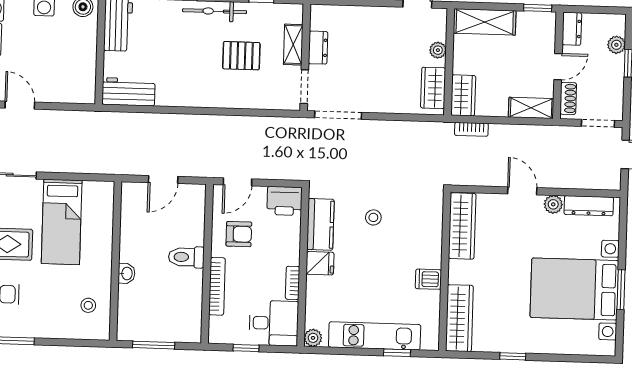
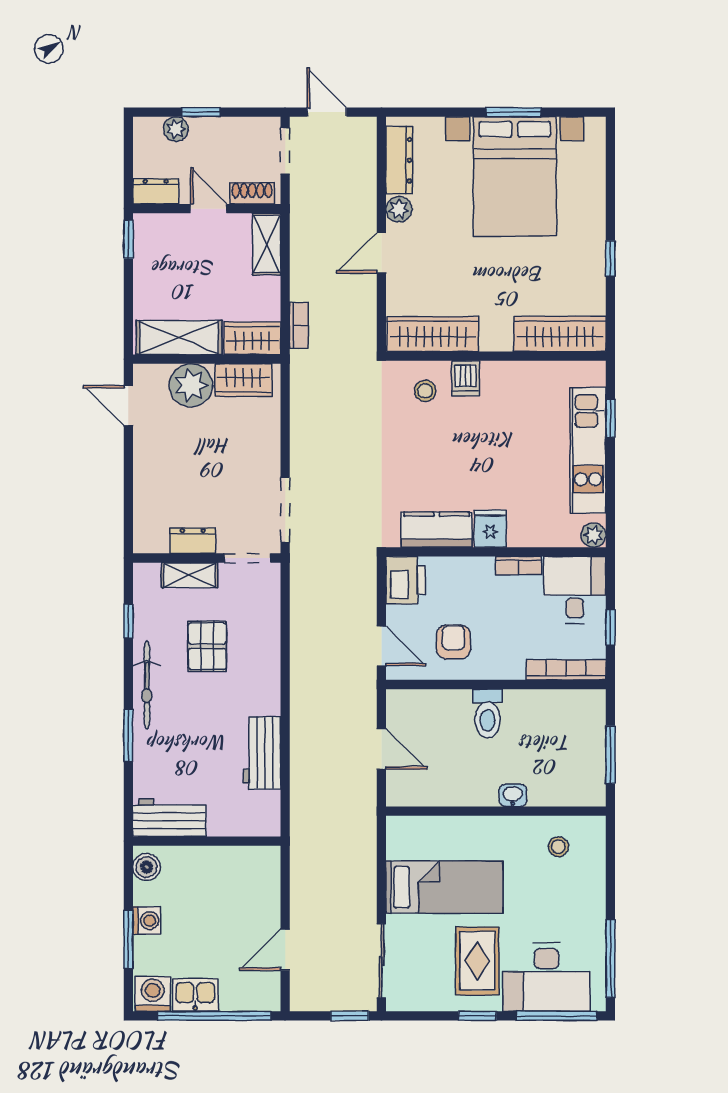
shelving: (485, 22) -> (179, 338), moved, turned 90
plant: (438, 50) -> (191, 385), width x1.88, depth x1.88
workbench: (128, 92) -> (262, 753), moved
stool: (373, 217) -> (425, 391), moved
dishwasher: (428, 279) -> (466, 378), moved
bookcase: (217, 286) -> (566, 670), moved

